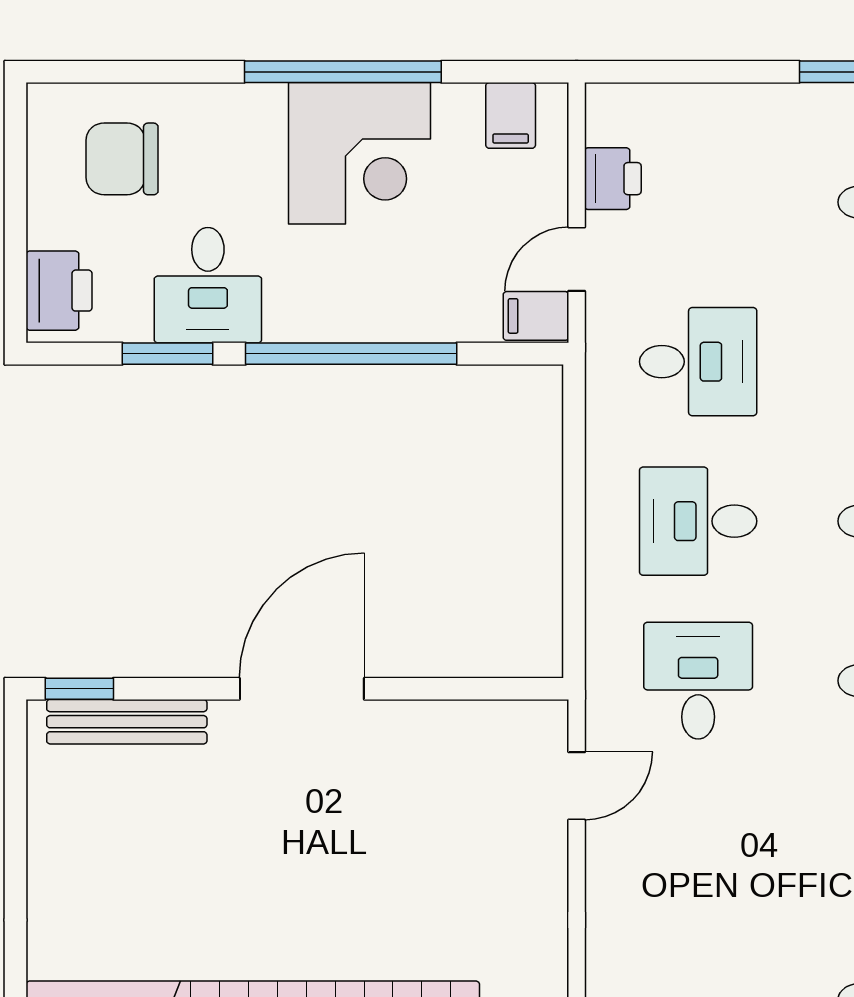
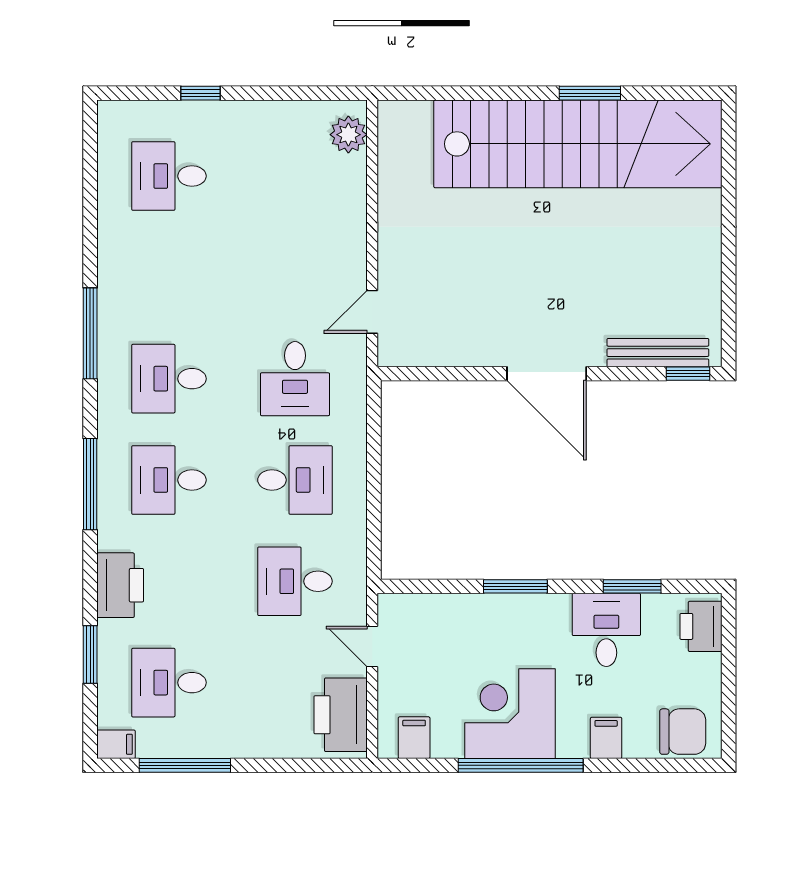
chair: (122, 159) -> (683, 732), moved
printer: (613, 179) -> (341, 715), width x1.87, depth x1.48
door: (577, 259) -> (372, 646), swing flipped
filing cabinet: (536, 316) -> (606, 738), moved, turned -90
window: (351, 354) -> (515, 586), width x0.47
door: (302, 689) -> (547, 374), hinge flipped

